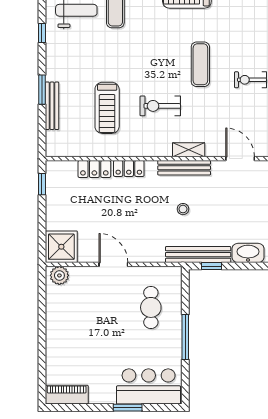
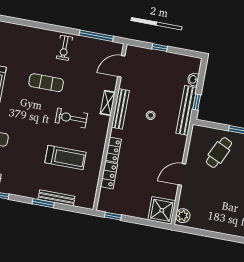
exercise bike: (160, 106) -> (71, 118), turned 90
washbasin: (248, 253) -> (193, 79), width x0.52, depth x0.69
cafe table: (151, 307) -> (219, 153), turned -65

